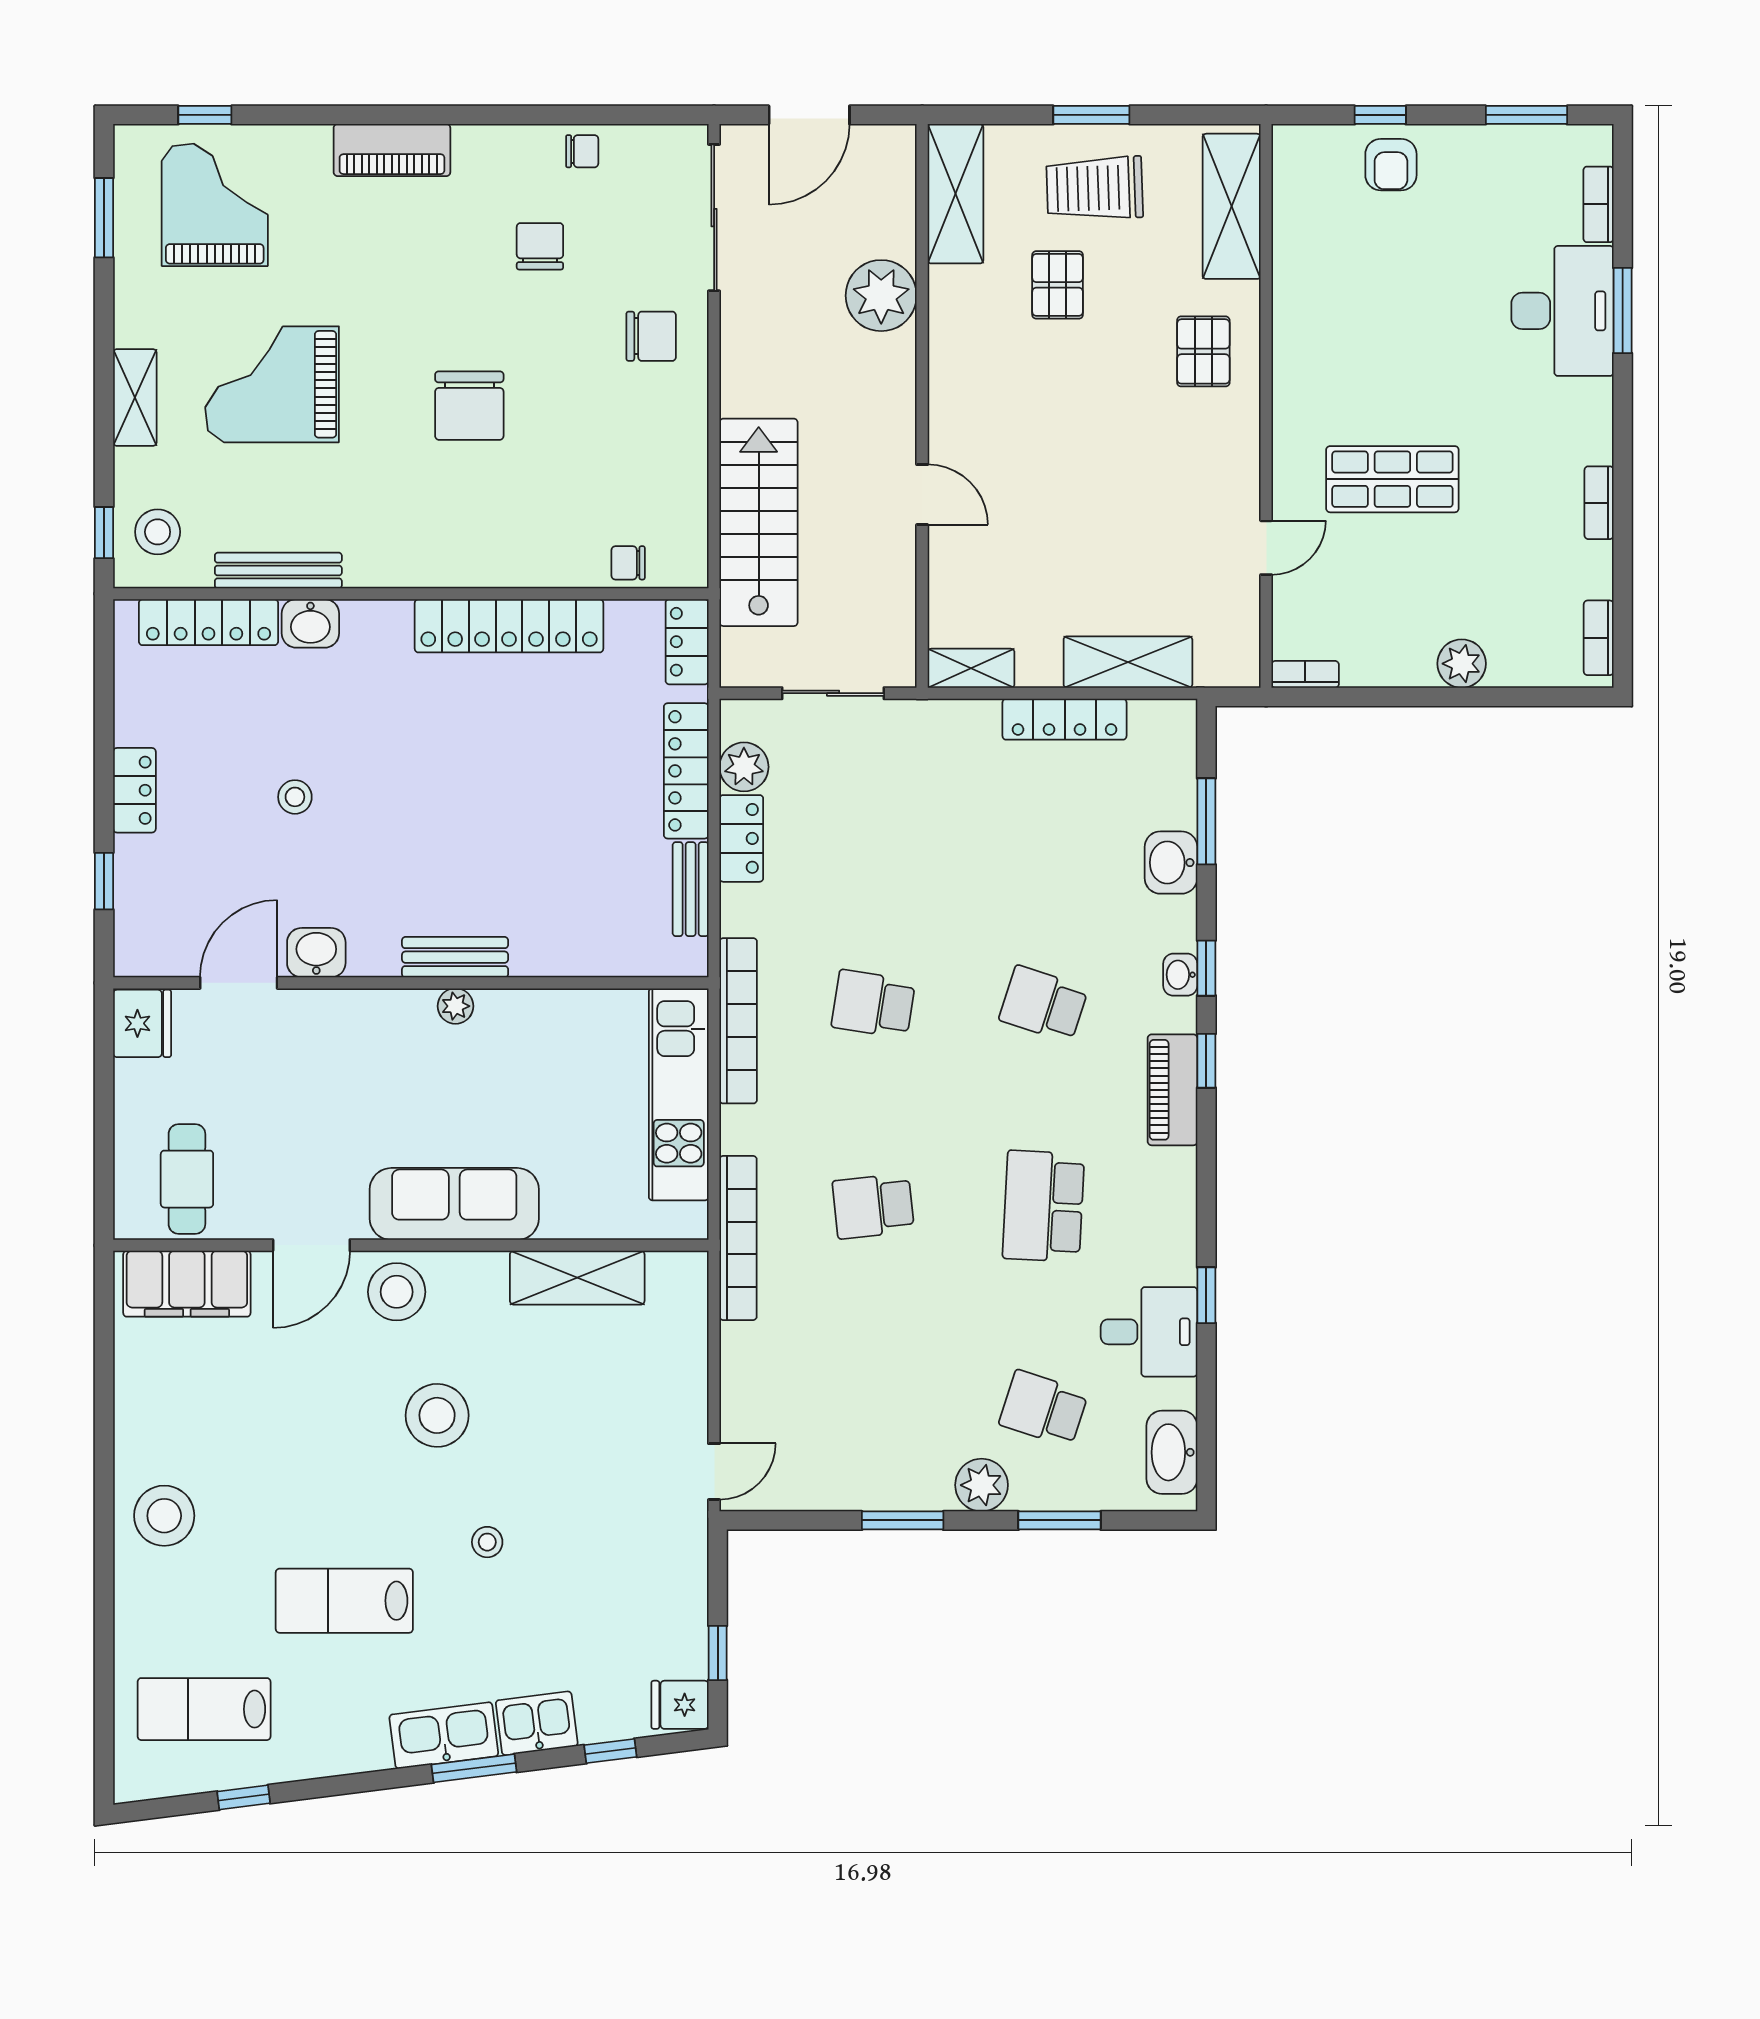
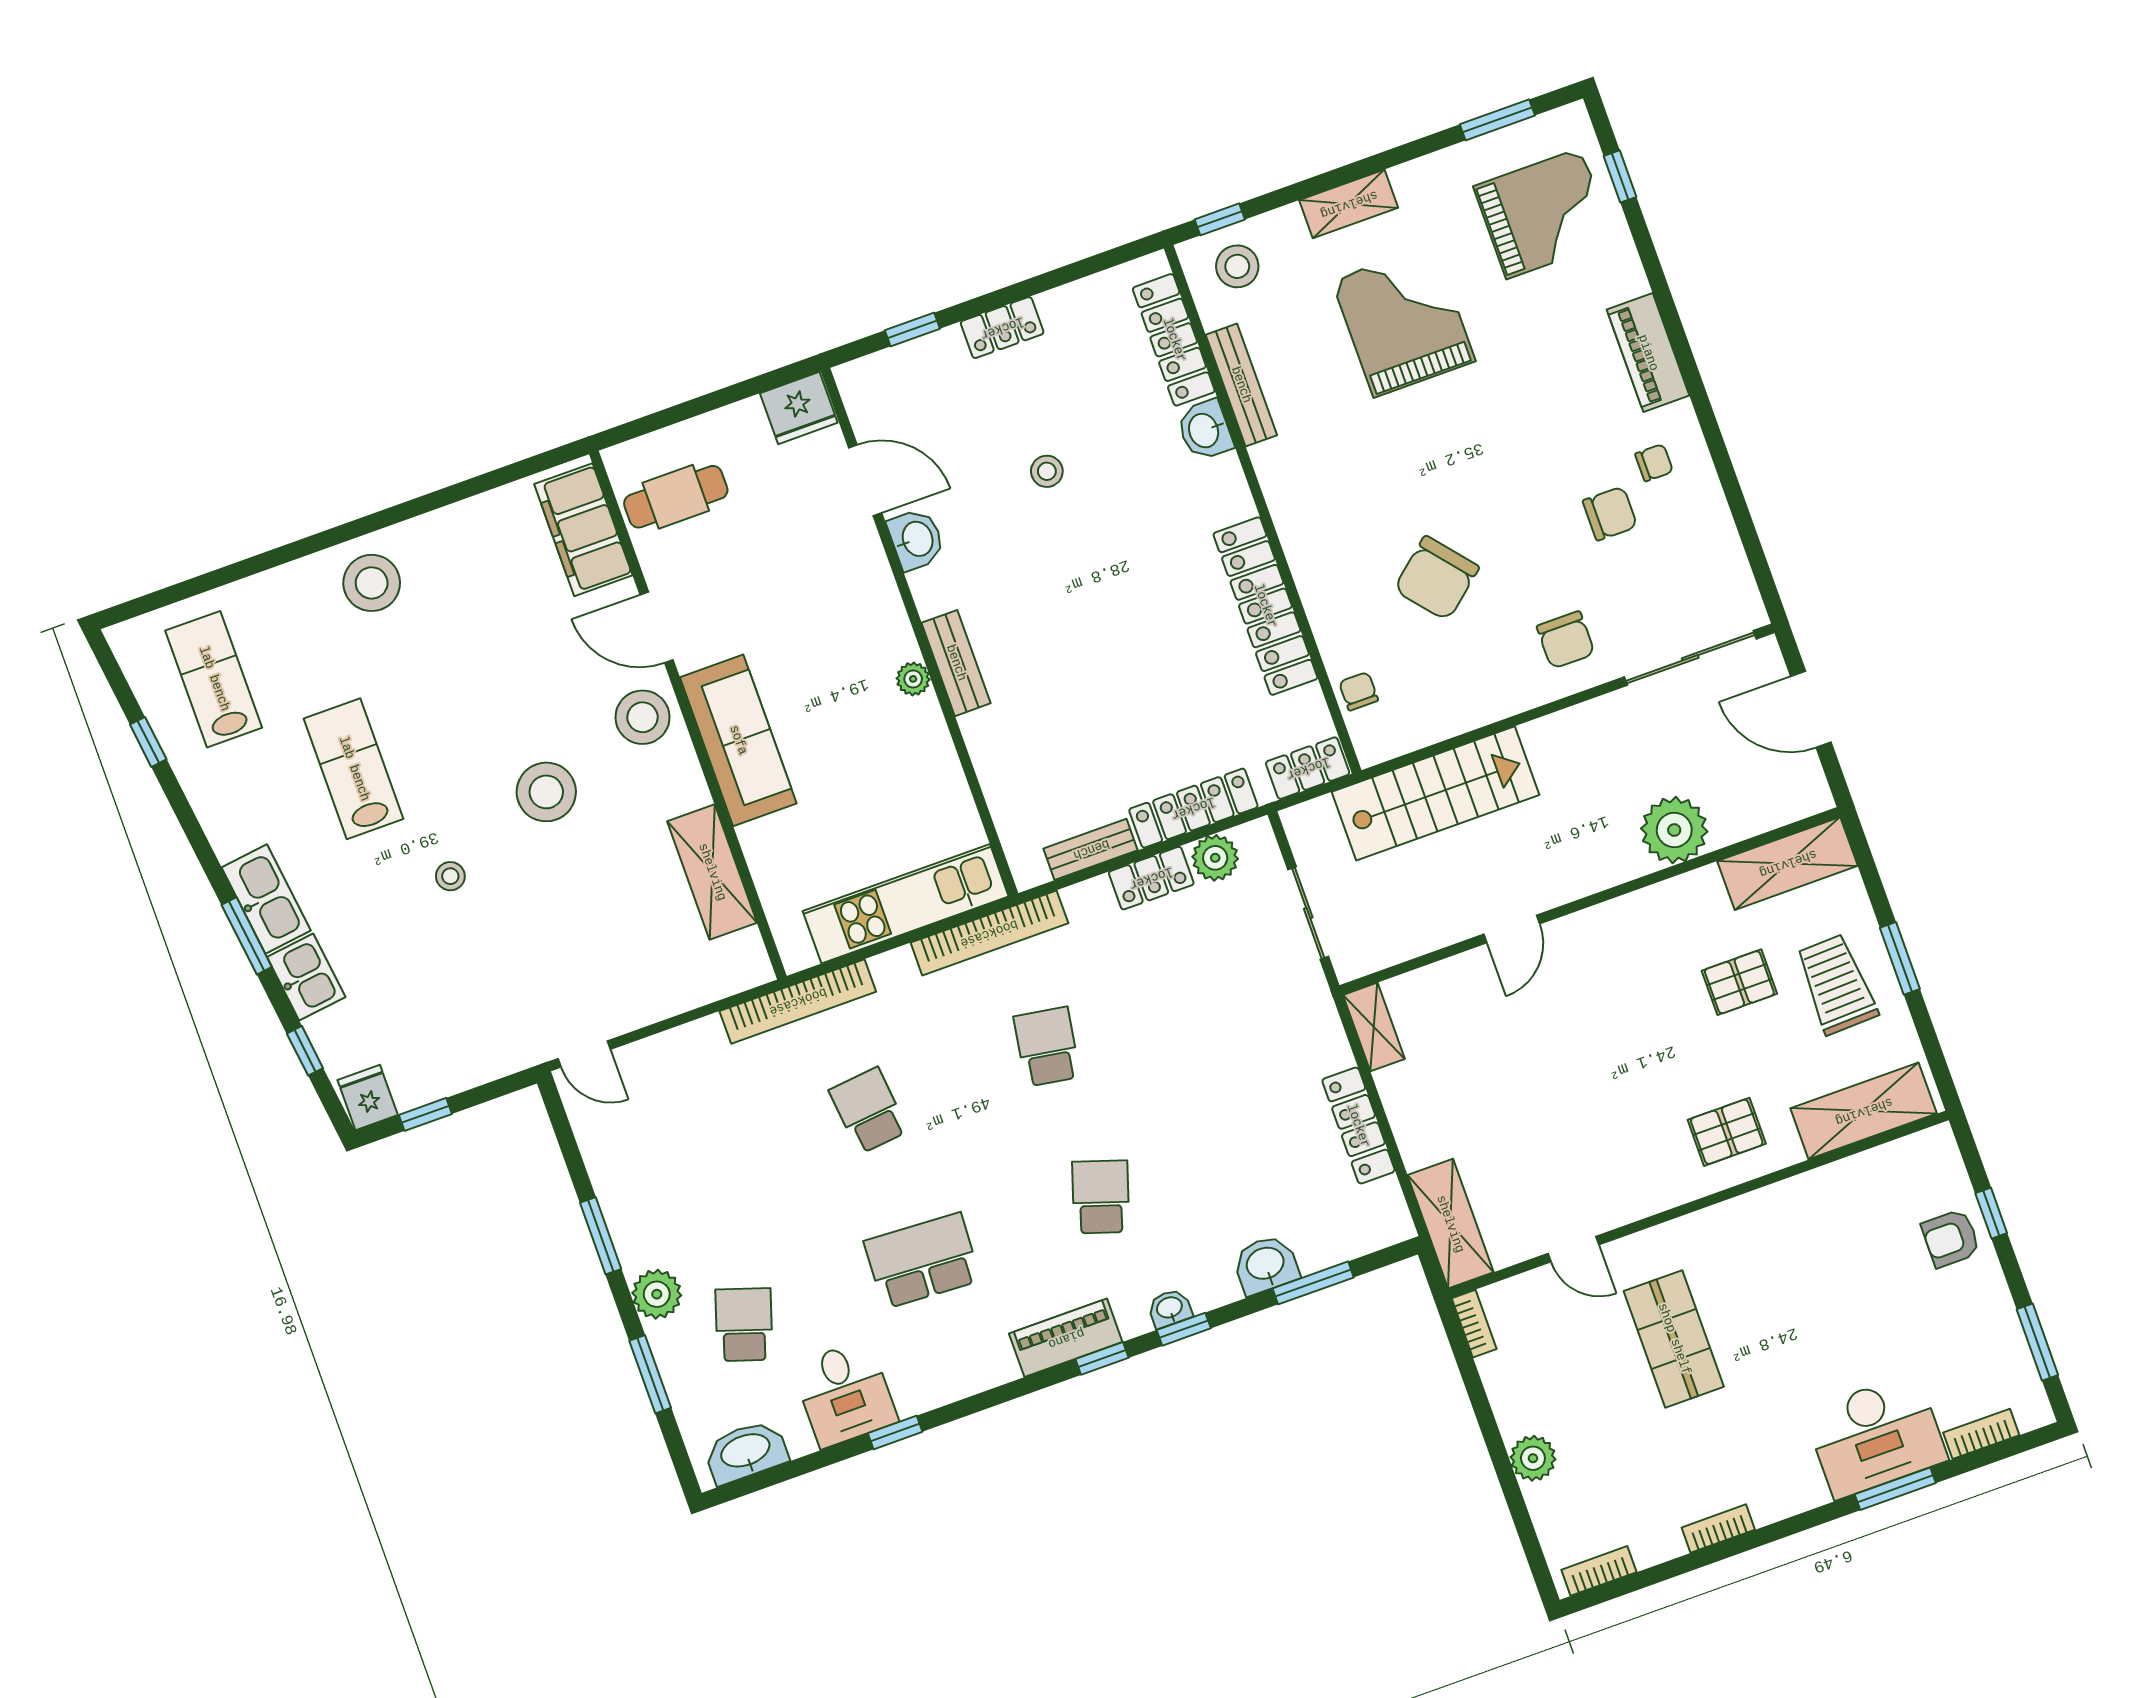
chair: (582, 151) -> (1654, 463), moved, turned -90
chair: (469, 406) -> (1436, 578), moved, turned -40
shelving: (1128, 662) -> (1450, 1224), moved

